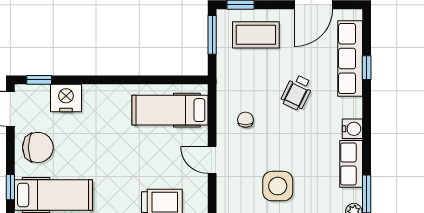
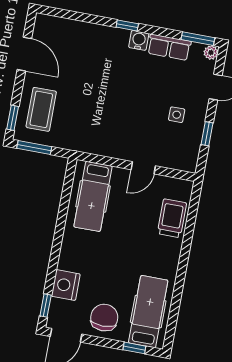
row of seats: (350, 59) -> (77, 31), removed
window: (367, 68) -> (127, 25), moved
wheelchair: (297, 92) -> (98, 83), removed
chair: (245, 120) -> (114, 132), removed
side table: (278, 186) -> (177, 115), width x0.54, depth x0.54

